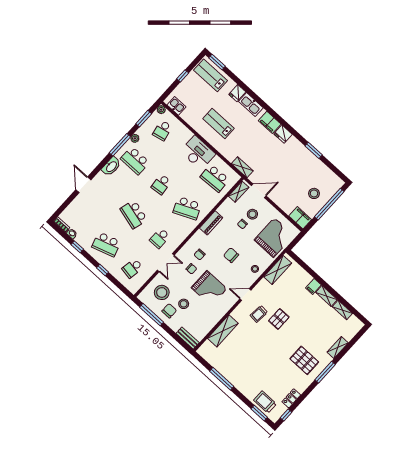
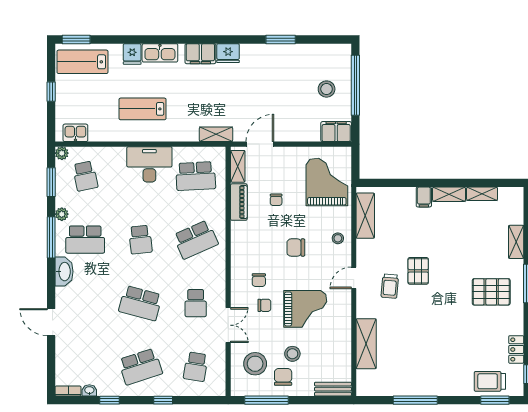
stool: (252, 214) -> (277, 178), removed
piano: (211, 223) -> (239, 202), moved

